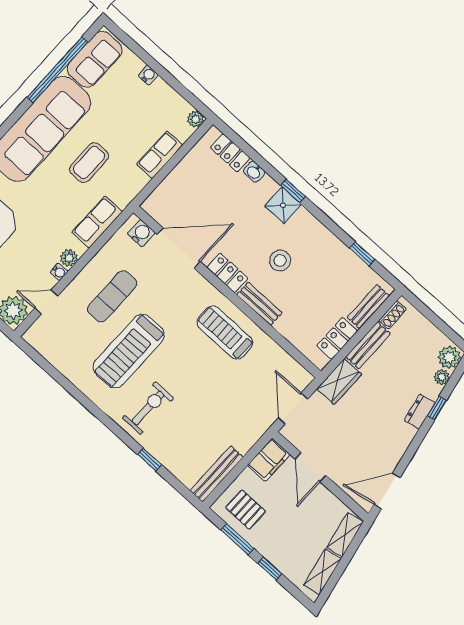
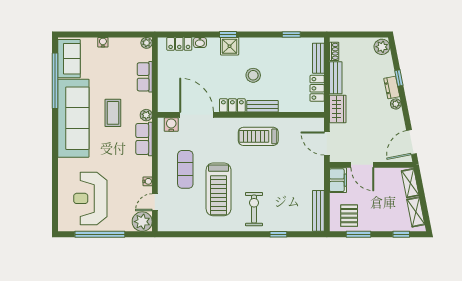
door: (179, 248) -> (197, 115), hinge flipped
plant: (69, 258) -> (146, 115), moved
plant: (442, 377) -> (396, 104), moved
pallet: (246, 510) -> (349, 216), turned 90
window: (270, 568) -> (401, 234), moved

